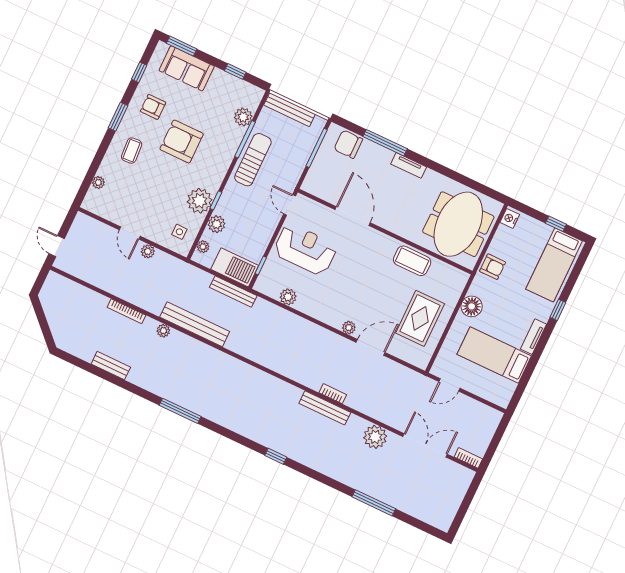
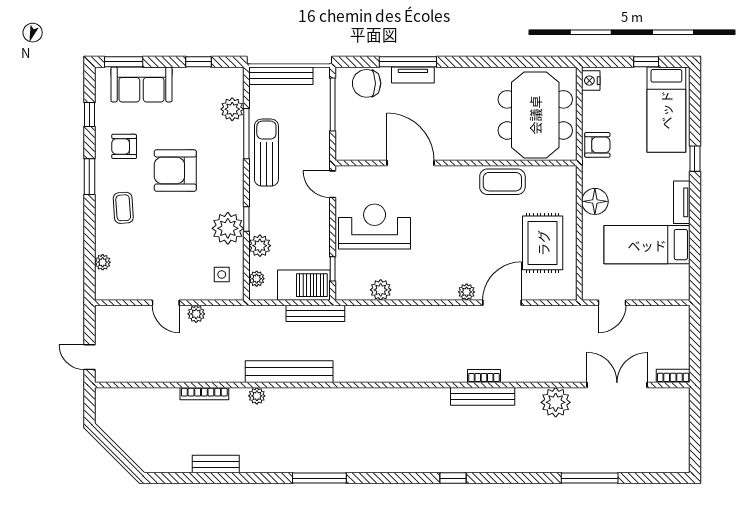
tv unit: (409, 165) -> (413, 75), moved

